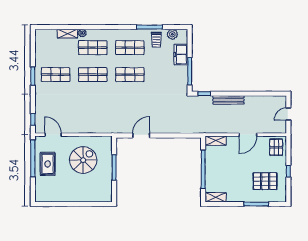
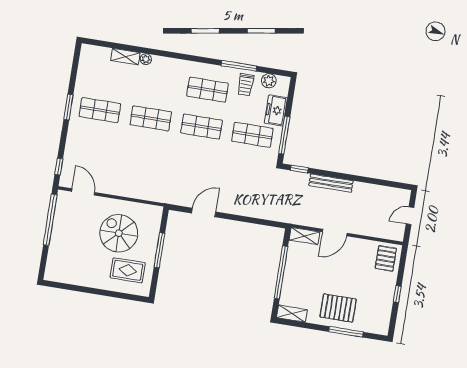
shop shelf: (93, 48) -> (252, 135), moved
door: (248, 135) -> (335, 233), moved
spiral stairs: (83, 160) -> (119, 233), turned -90
rug: (48, 164) -> (128, 270), moved, turned 90
pallet: (265, 181) -> (338, 308), moved

